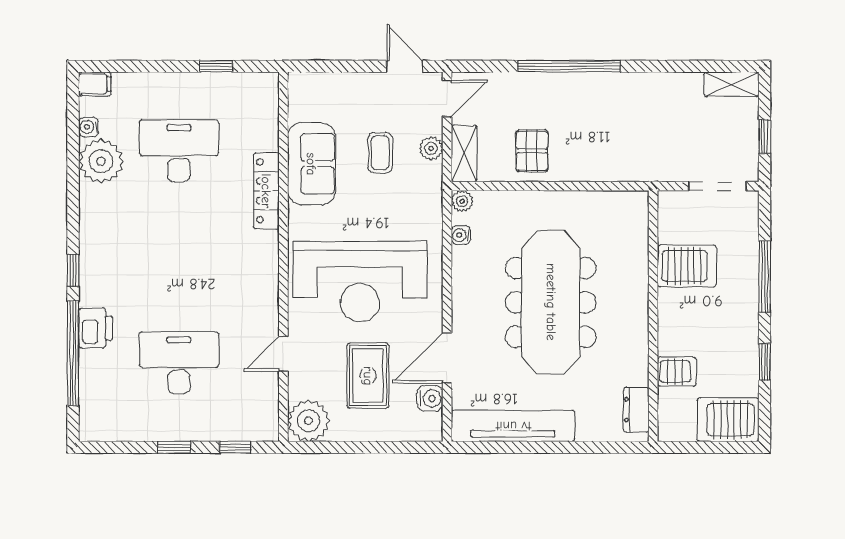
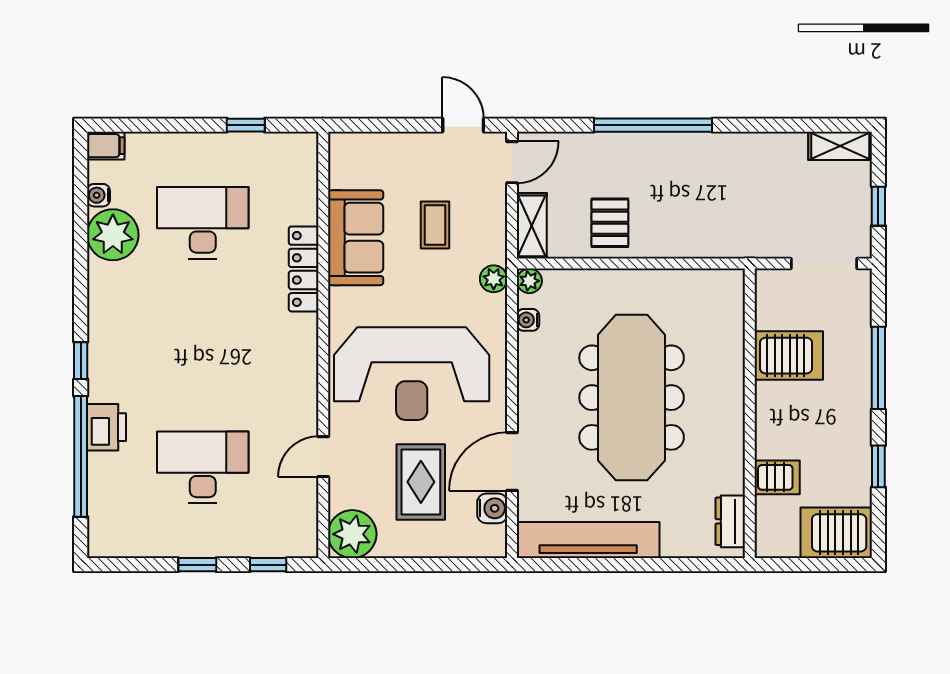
plant: (431, 148) -> (494, 279), moved

